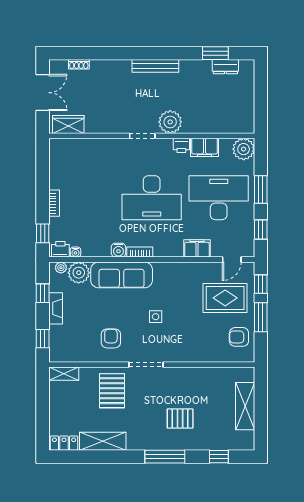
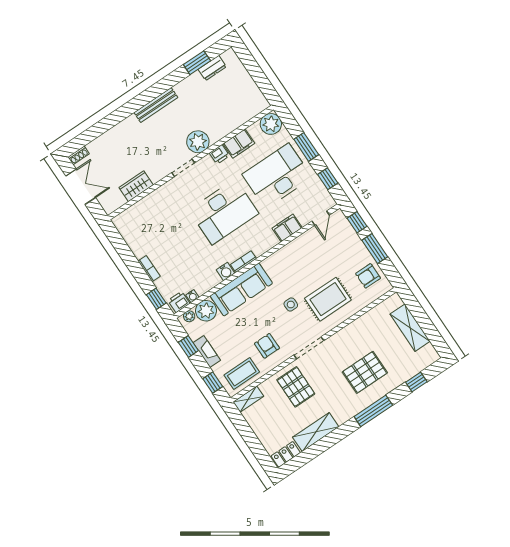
shoe rack: (79, 64) -> (79, 155), moved
wardrobe: (68, 124) -> (136, 186), moved
rug: (225, 298) -> (328, 299), moved
coffee table: (73, 348) -> (242, 374), added
pallet: (180, 418) -> (365, 372), width x1.50, depth x1.42

